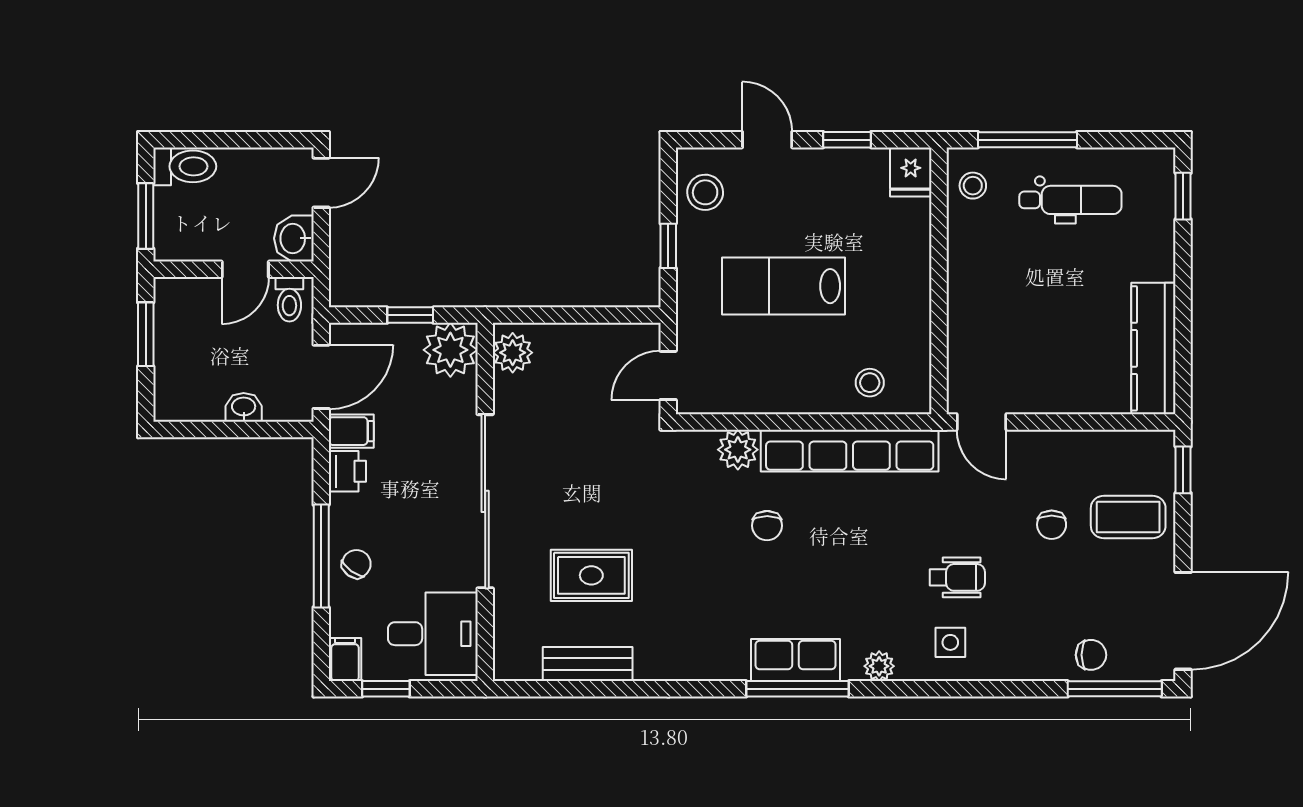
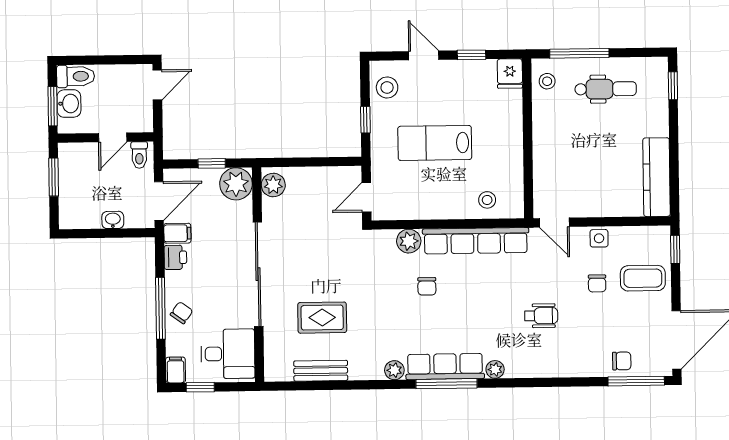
washbasin: (294, 238) -> (69, 104), moved, turned 180
side table: (950, 642) -> (599, 238), moved
row of seats: (795, 660) -> (445, 366), width x1.48
plant: (711, 665) -> (394, 370), added

